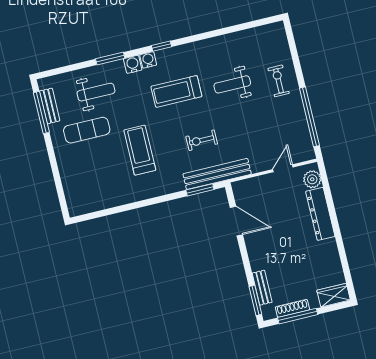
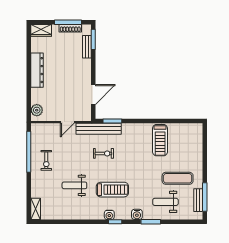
shelving: (280, 37) -> (36, 209), added
water cooler: (148, 60) -> (109, 215), moved
exercise bike: (278, 81) -> (46, 160), moved
weight bench: (232, 84) -> (74, 185), turned 180
treadmill: (140, 150) -> (160, 140), moved
door: (283, 168) -> (67, 122), moved
dresser: (320, 214) -> (37, 70), moved
door: (236, 221) -> (93, 95), swing flipped

